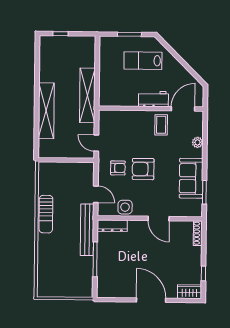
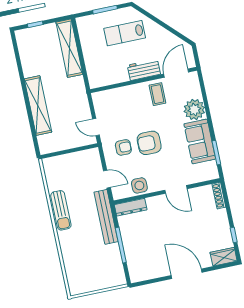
shelving: (87, 95) -> (69, 48), moved
plant: (197, 142) -> (194, 110), width x1.88, depth x1.88

